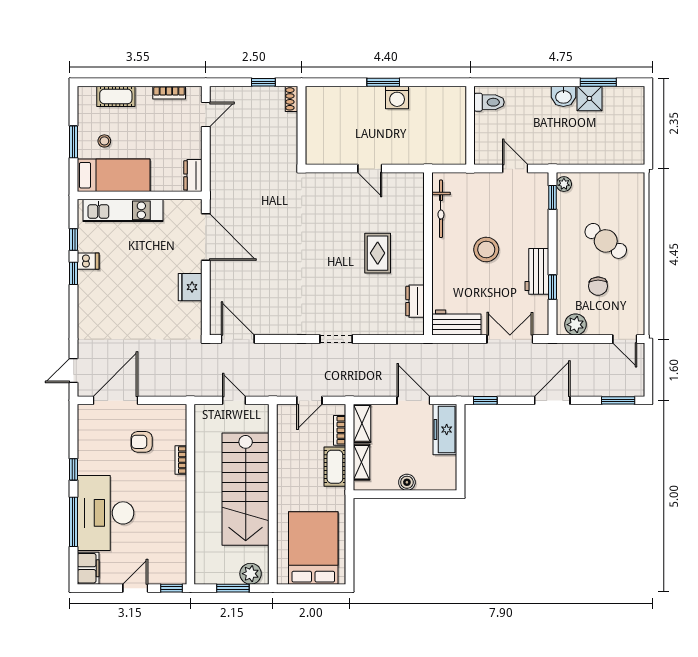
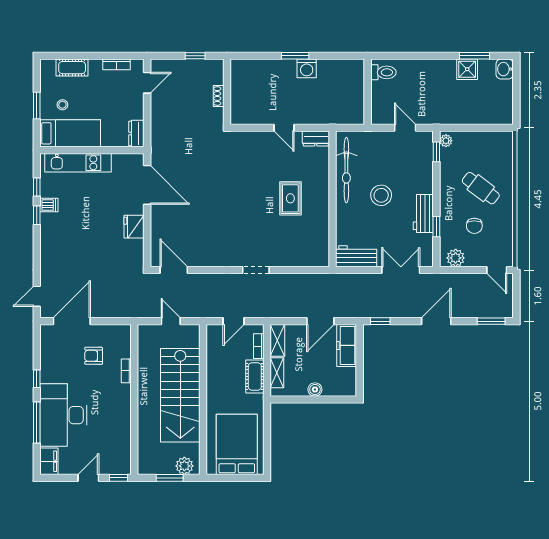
washbasin: (563, 96) -> (505, 69), moved, turned 90
shoe rack: (291, 99) -> (219, 96), moved
bicycle: (441, 209) -> (346, 170), width x1.37, depth x1.40
dresser: (415, 301) -> (316, 139), moved, turned -90
door: (413, 400) -> (320, 321), swing flipped

